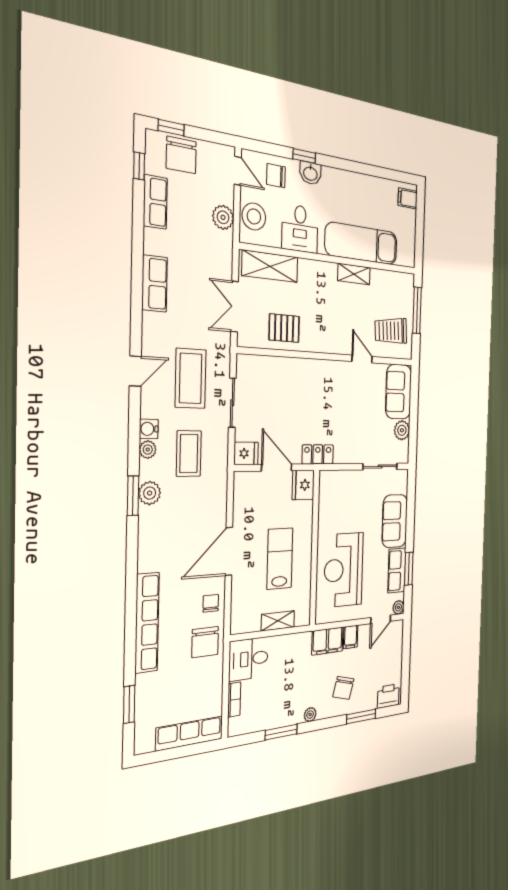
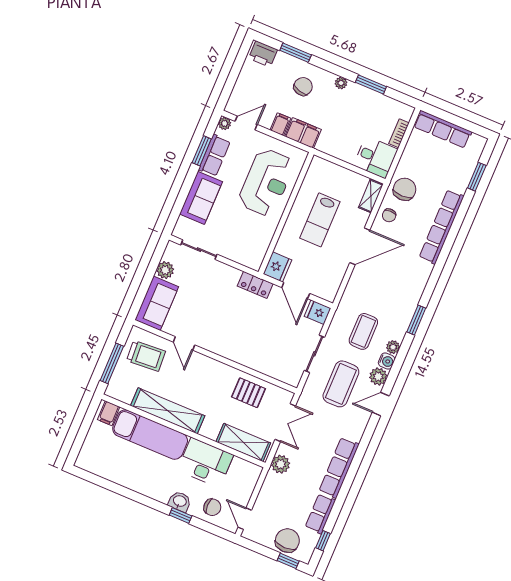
filing cabinet: (408, 198) -> (109, 413), moved, turned 90
stool: (254, 216) -> (243, 483), removed
plant: (223, 217) -> (281, 464), moved
desk: (300, 229) -> (205, 463), width x1.37
shelving: (354, 274) -> (168, 411), width x2.20, depth x1.33
row of seats: (155, 284) -> (339, 468), width x1.48
plant: (150, 493) -> (378, 377), moved
shelving: (278, 621) -> (371, 196), moved, turned 90

